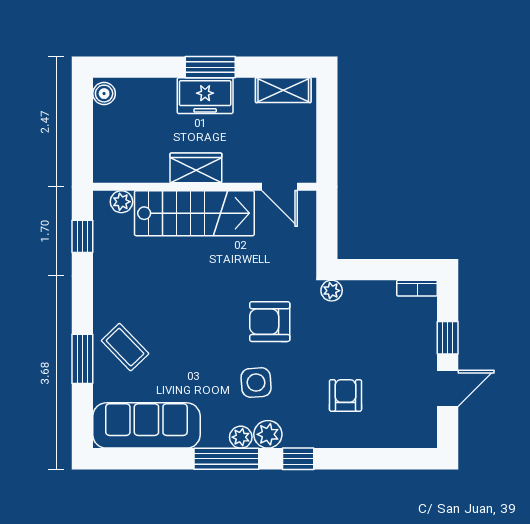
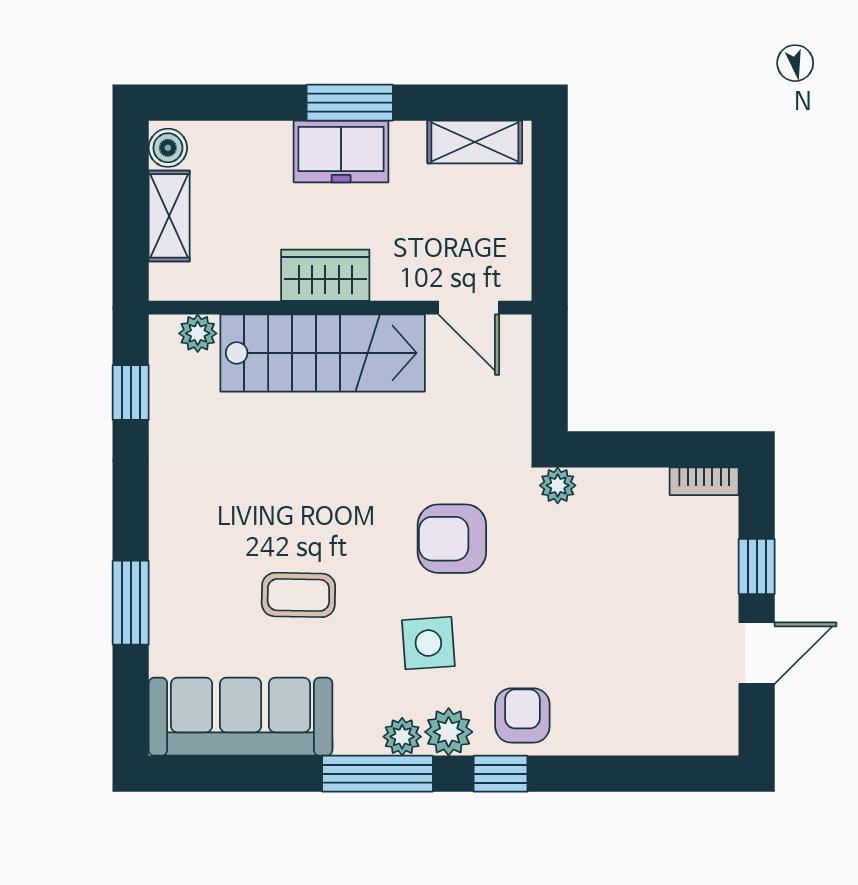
shelving: (105, 133) -> (169, 216), added
coffee table: (125, 347) -> (298, 595), moved, turned -45
armchair: (345, 395) -> (522, 715), moved

